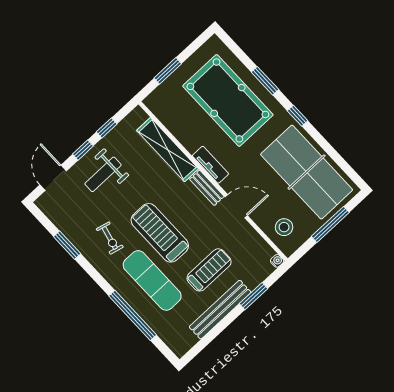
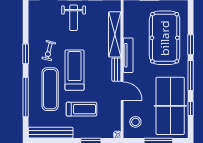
window: (298, 116) -> (191, 75), width x2.17
window: (333, 153) -> (191, 109), added
tv unit: (210, 165) -> (128, 55), width x1.41
weight bench: (103, 174) -> (74, 18), turned -90
window: (67, 245) -> (26, 54), moved
bench: (220, 310) -> (51, 133), moved

